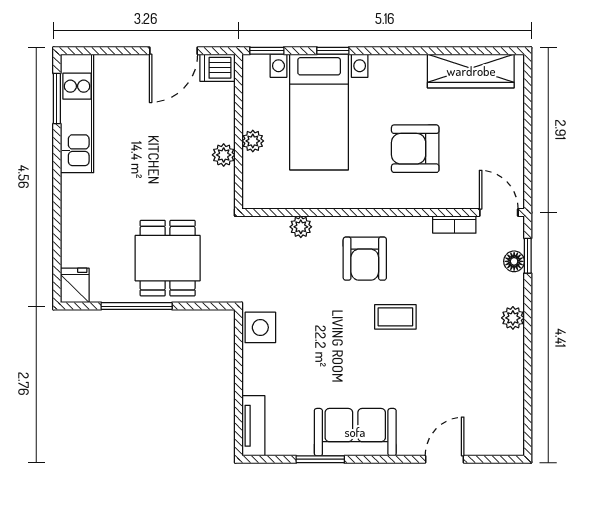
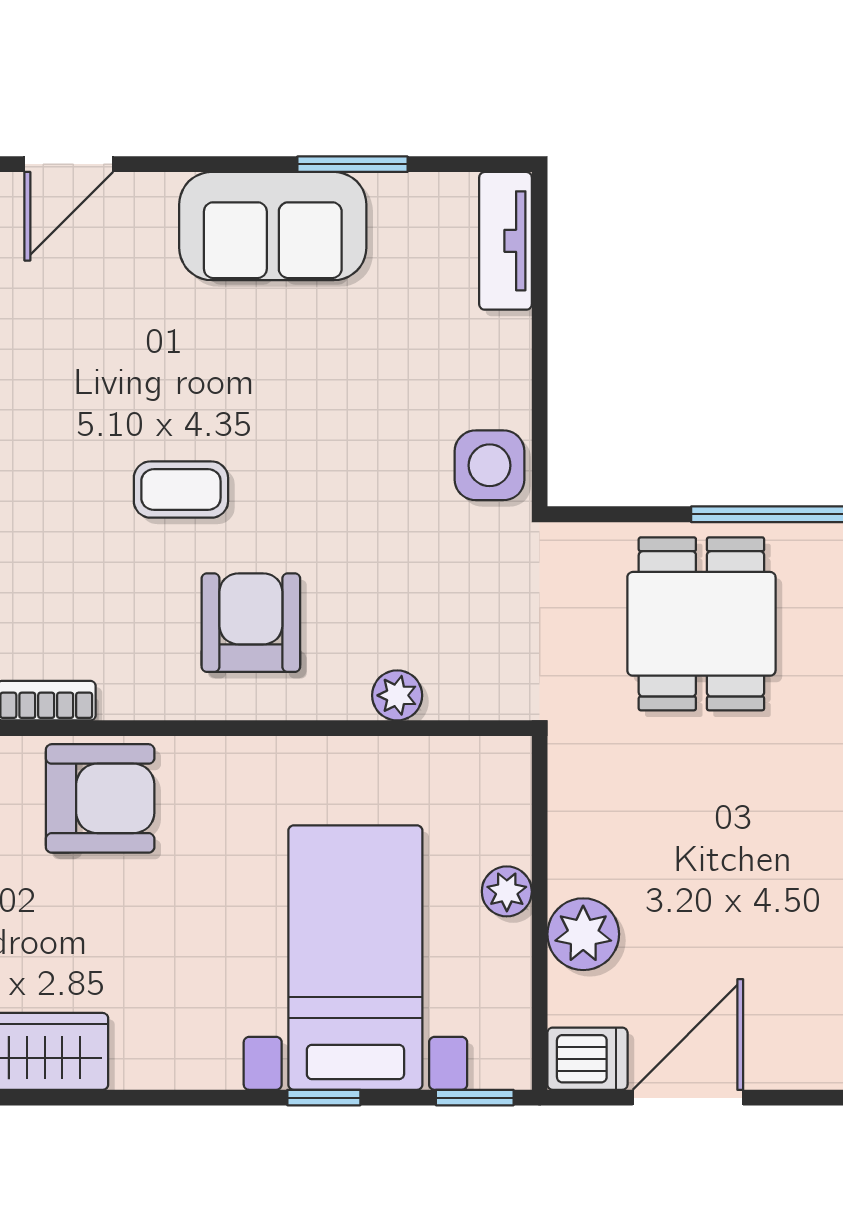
armchair: (415, 149) -> (100, 798), moved
plant: (224, 155) -> (583, 934), moved, width x1.38, depth x1.38

